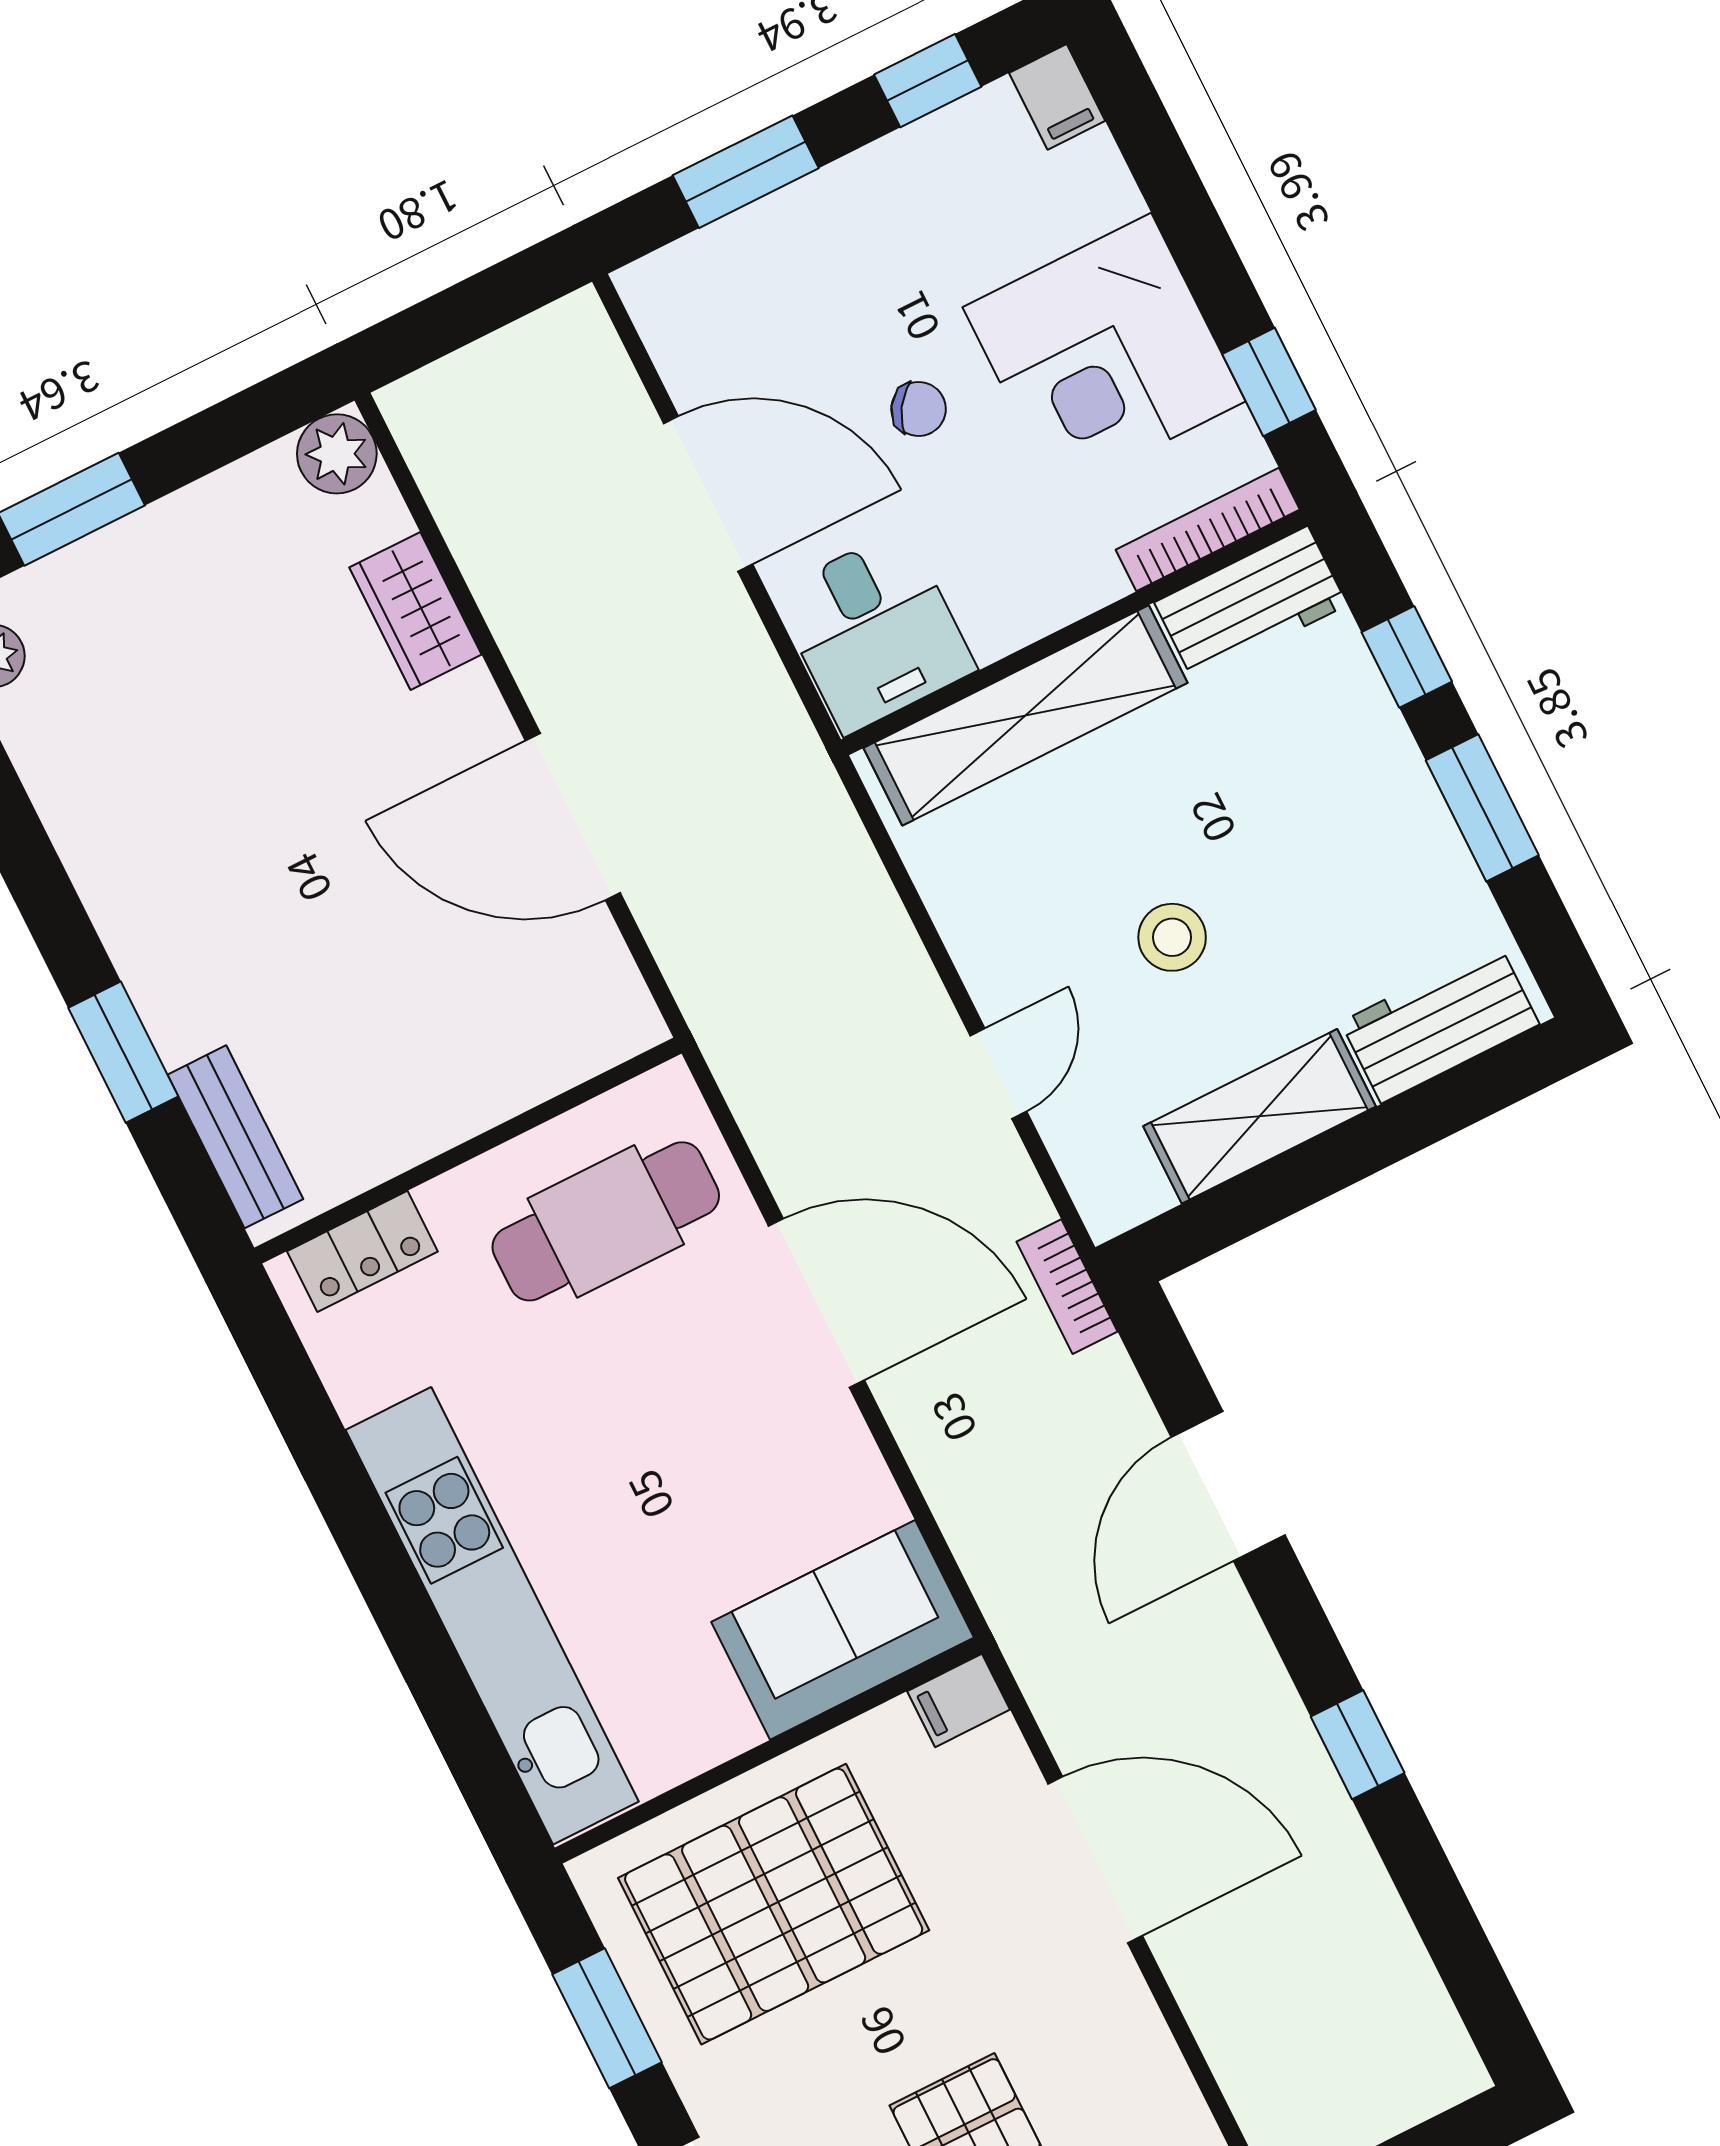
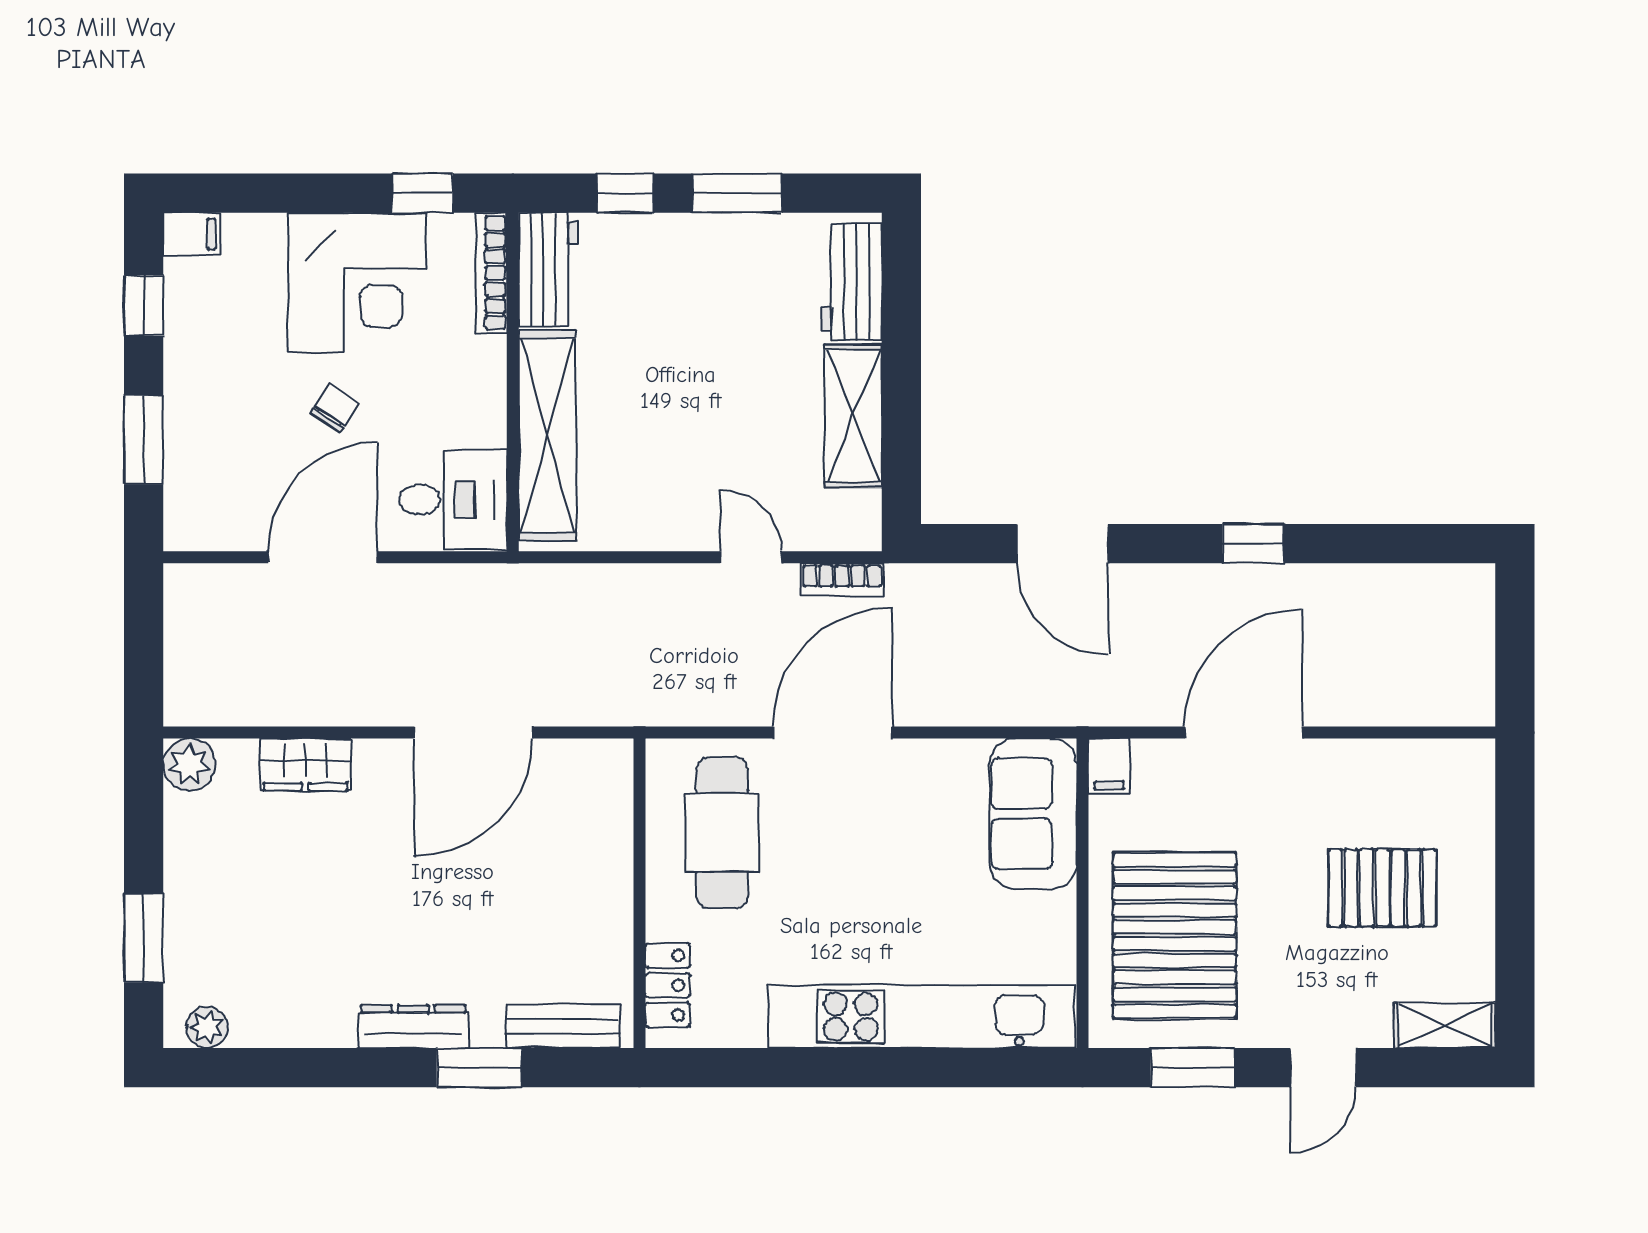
dresser: (134, 935) -> (413, 1026), added
stool: (1172, 937) -> (722, 414), removed
bookcase: (1067, 1287) -> (842, 580), moved

